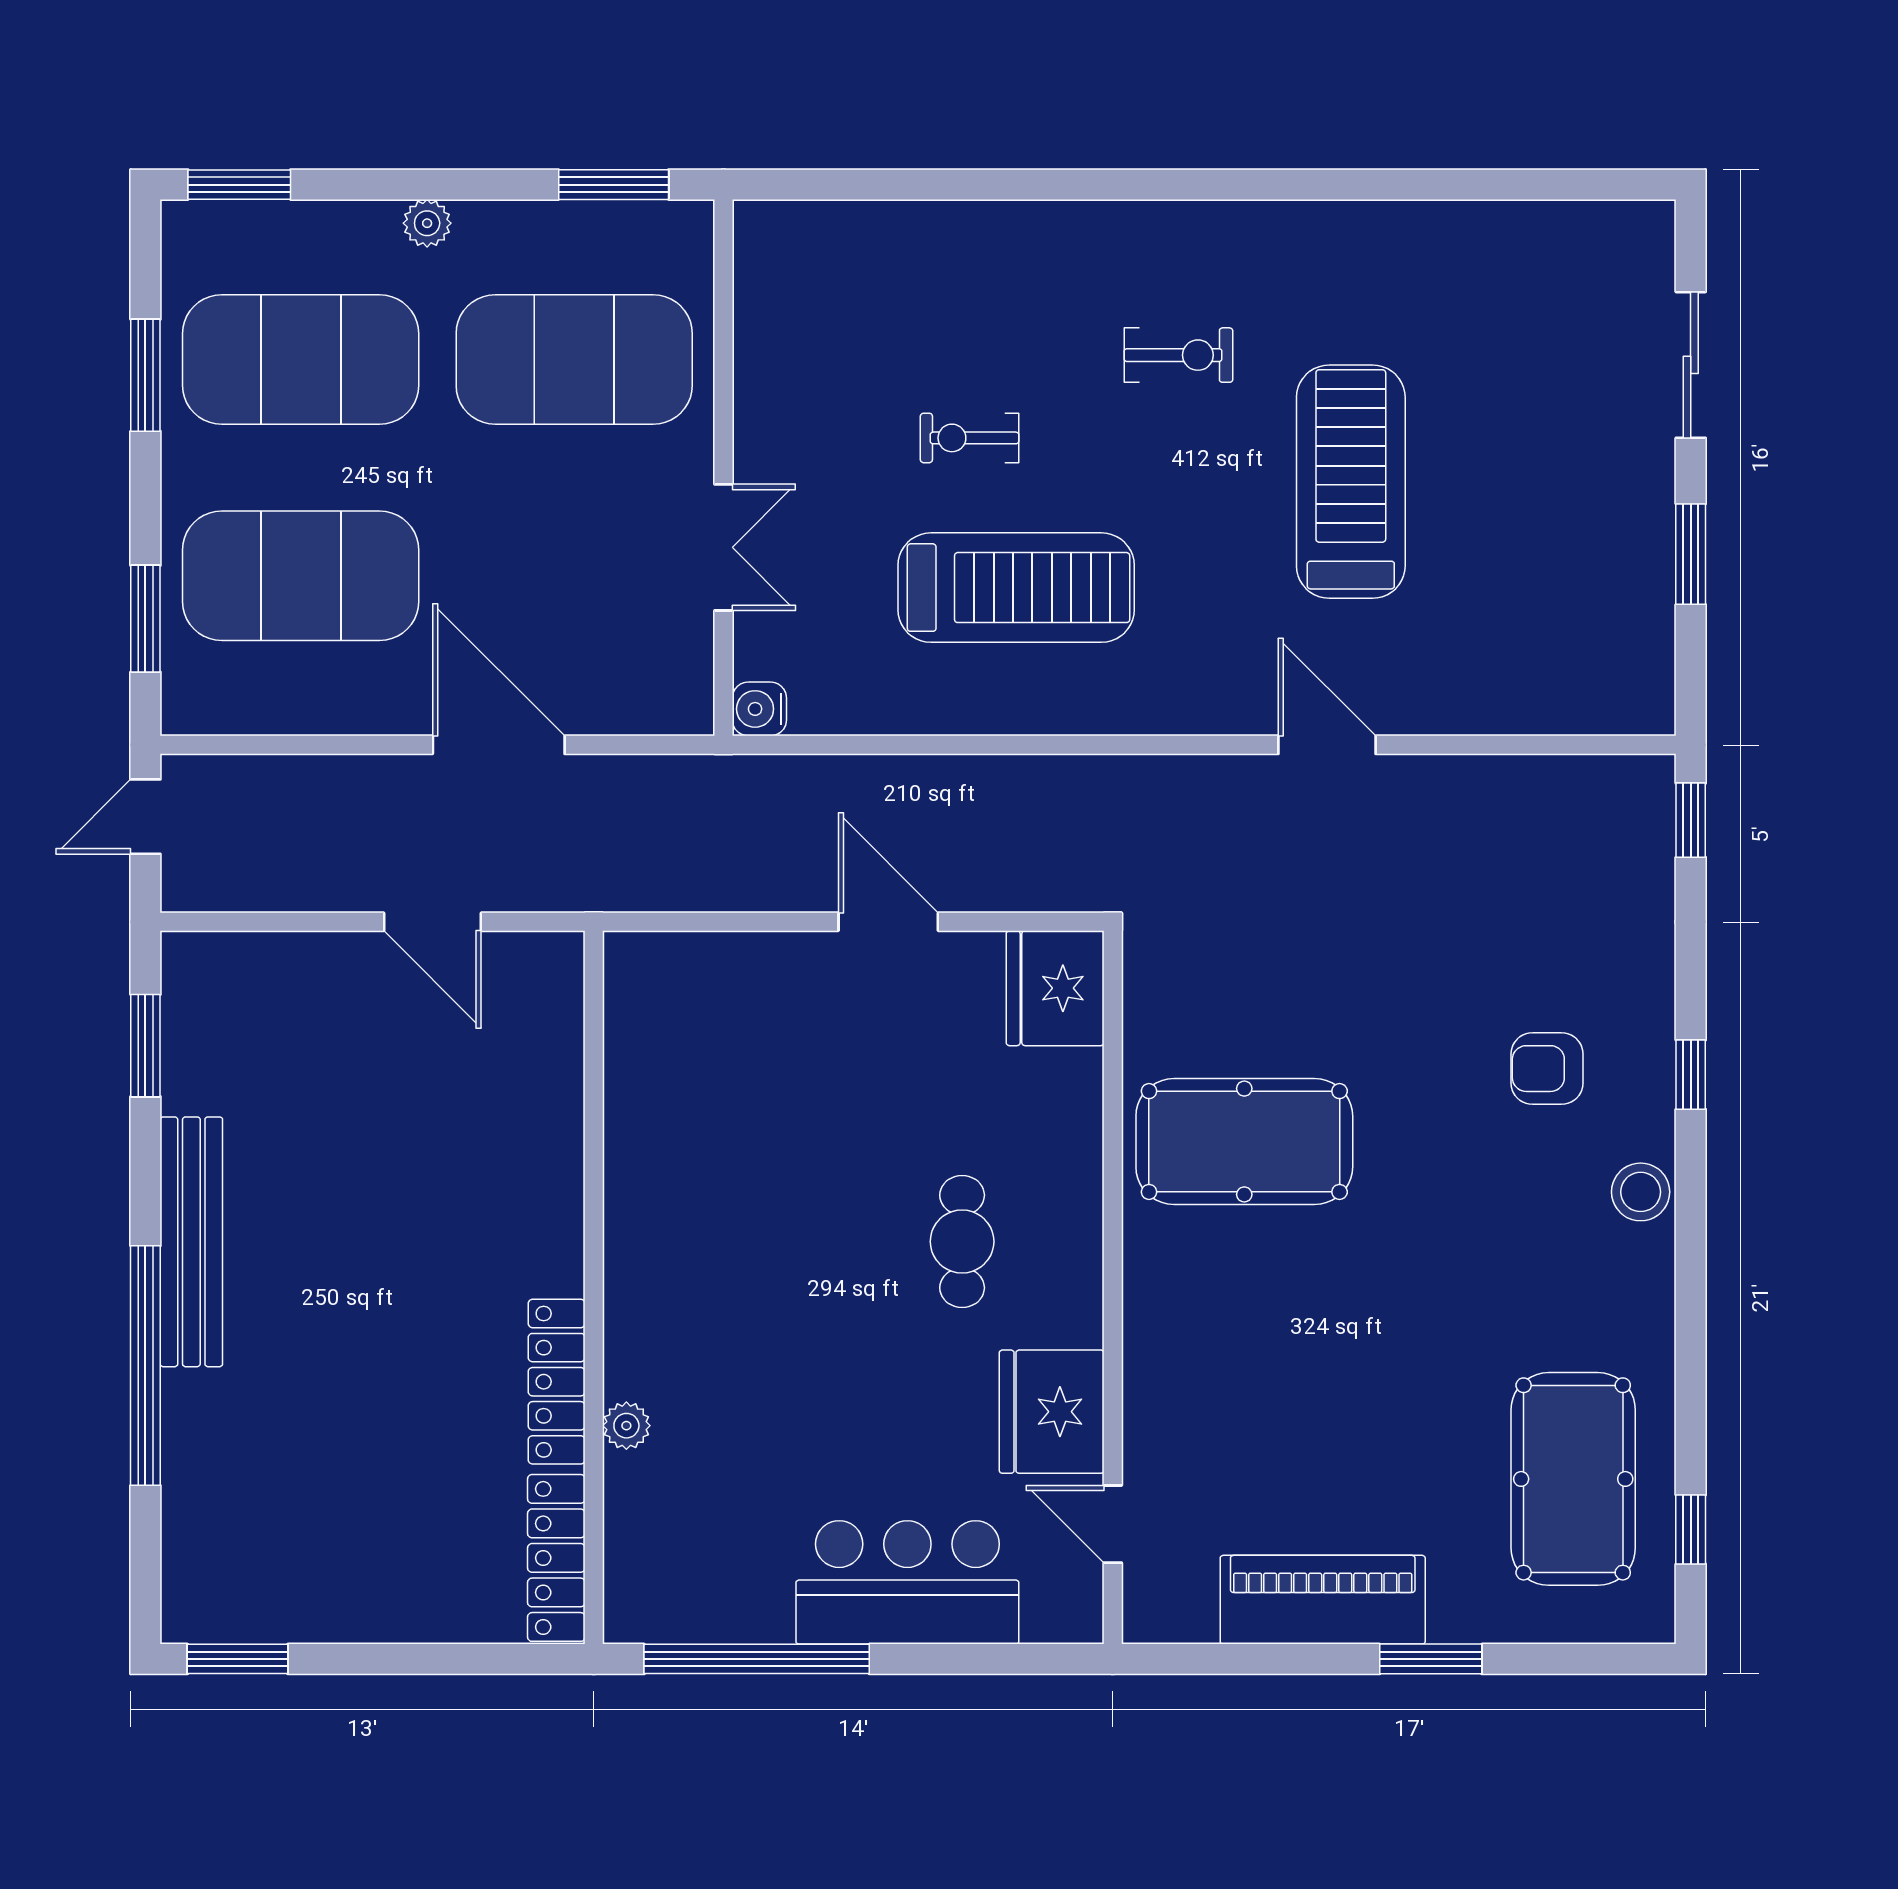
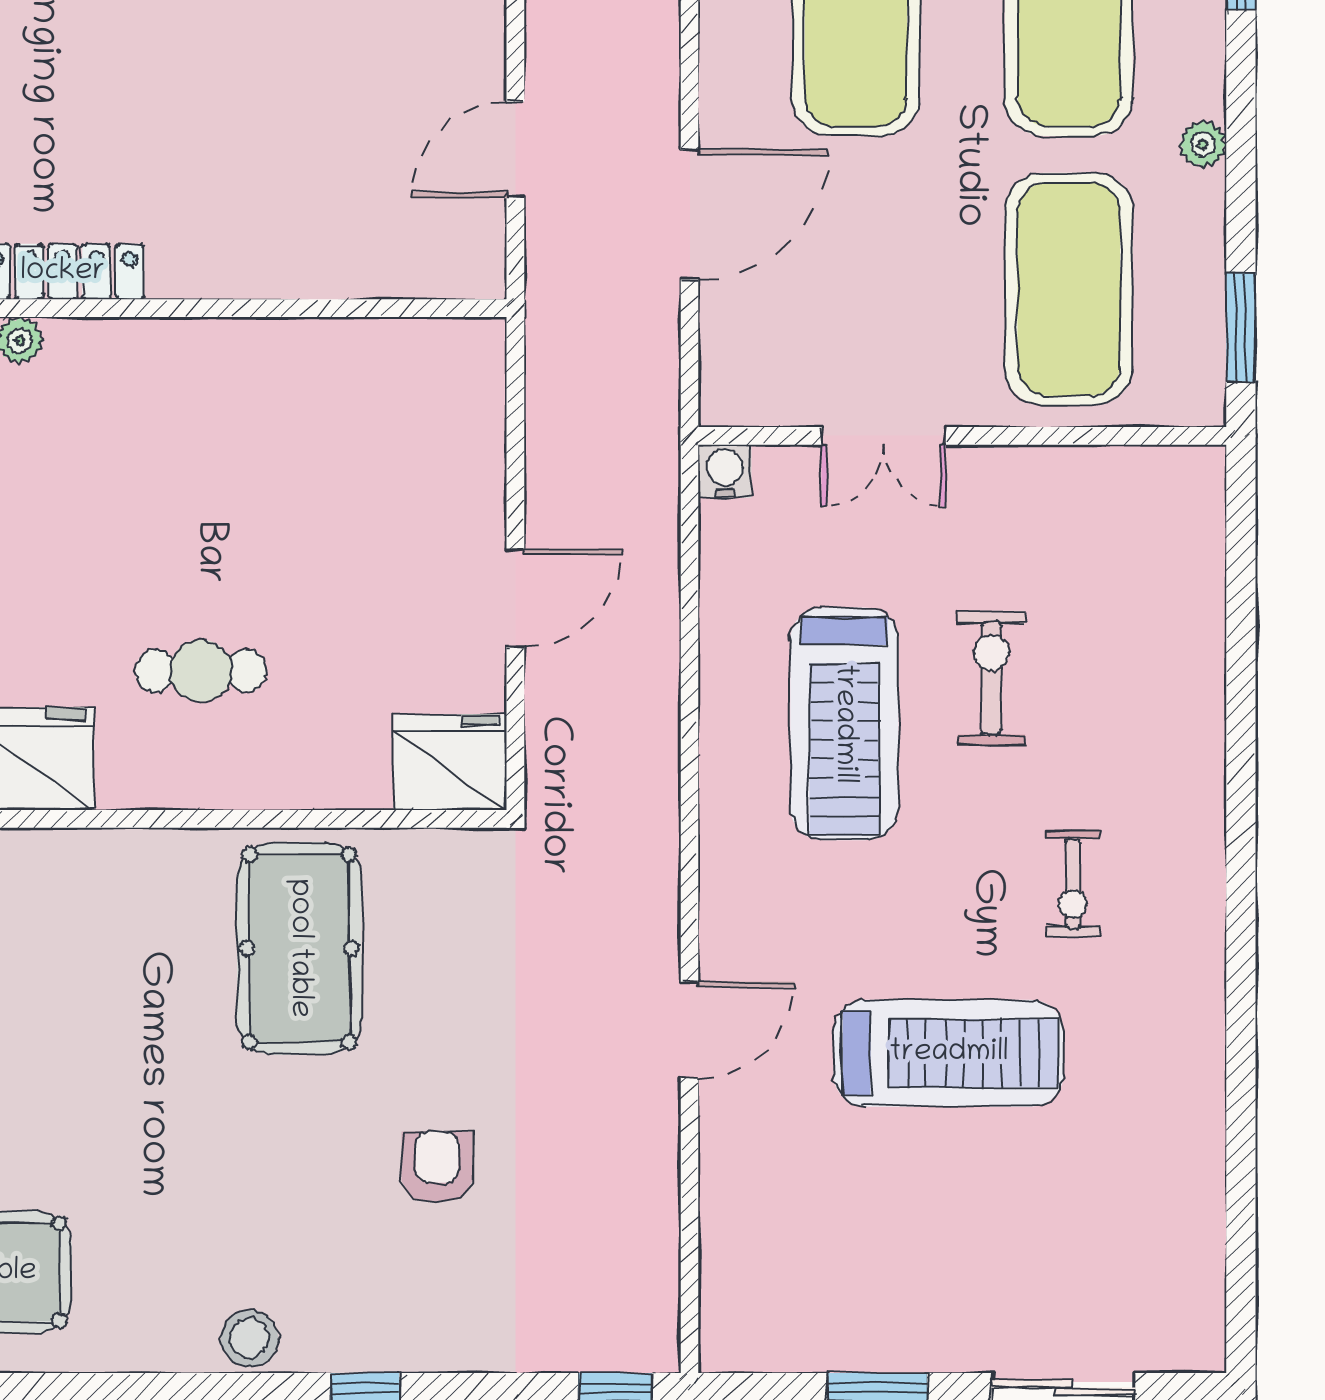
exercise bike: (970, 438) -> (991, 678), width x1.38, depth x1.39
armchair: (1547, 1069) -> (437, 1167), moved

